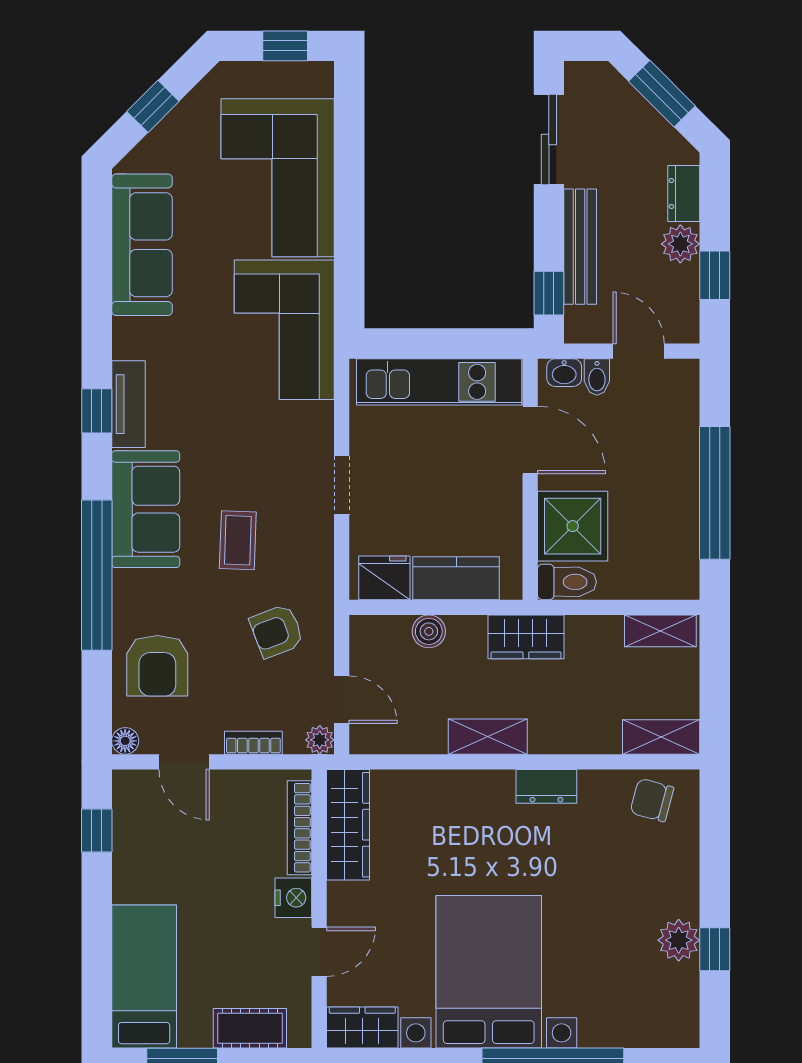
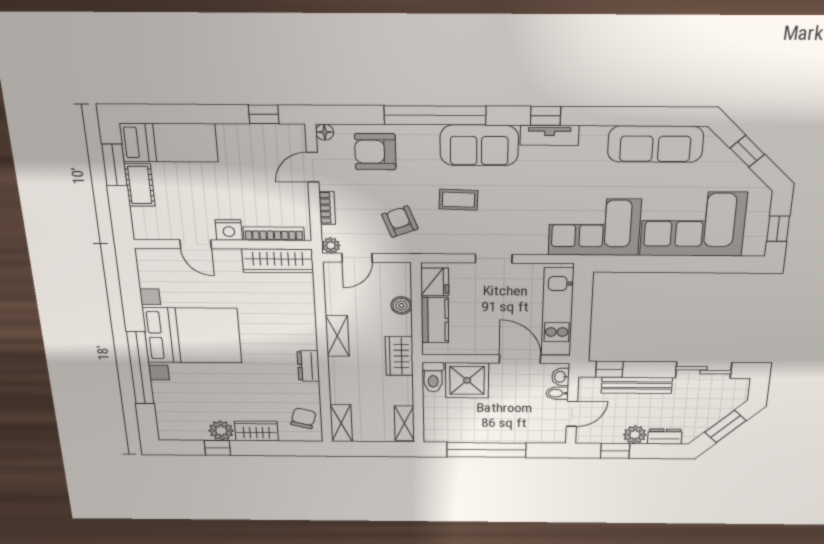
door: (530, 440) -> (520, 359), swing flipped
wardrobe: (362, 1027) -> (256, 431), moved, turned -90
cot: (250, 1028) -> (140, 185), moved

